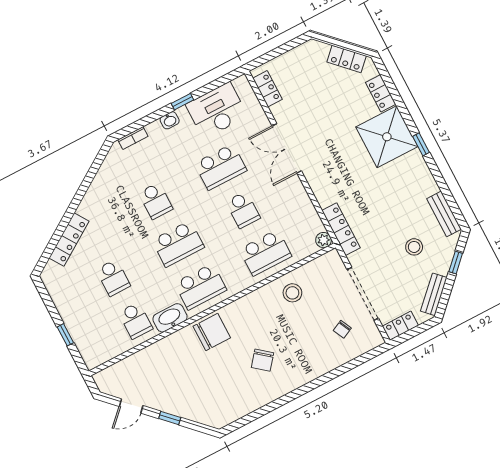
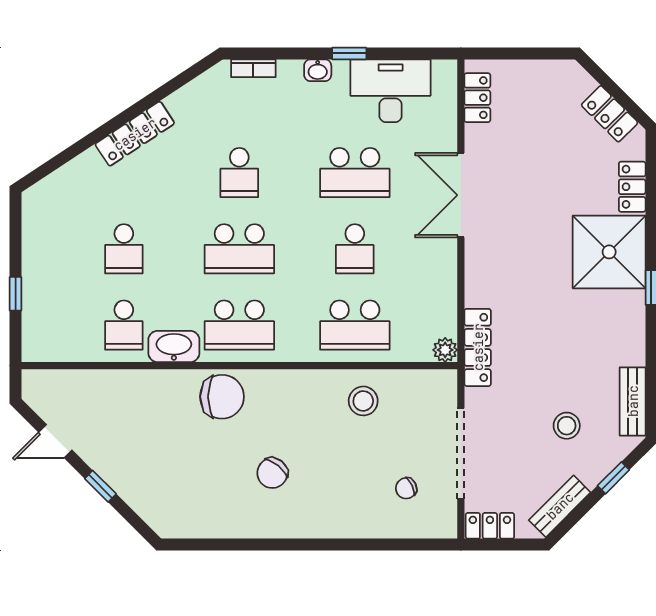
locker: (69, 240) -> (135, 134), moved

